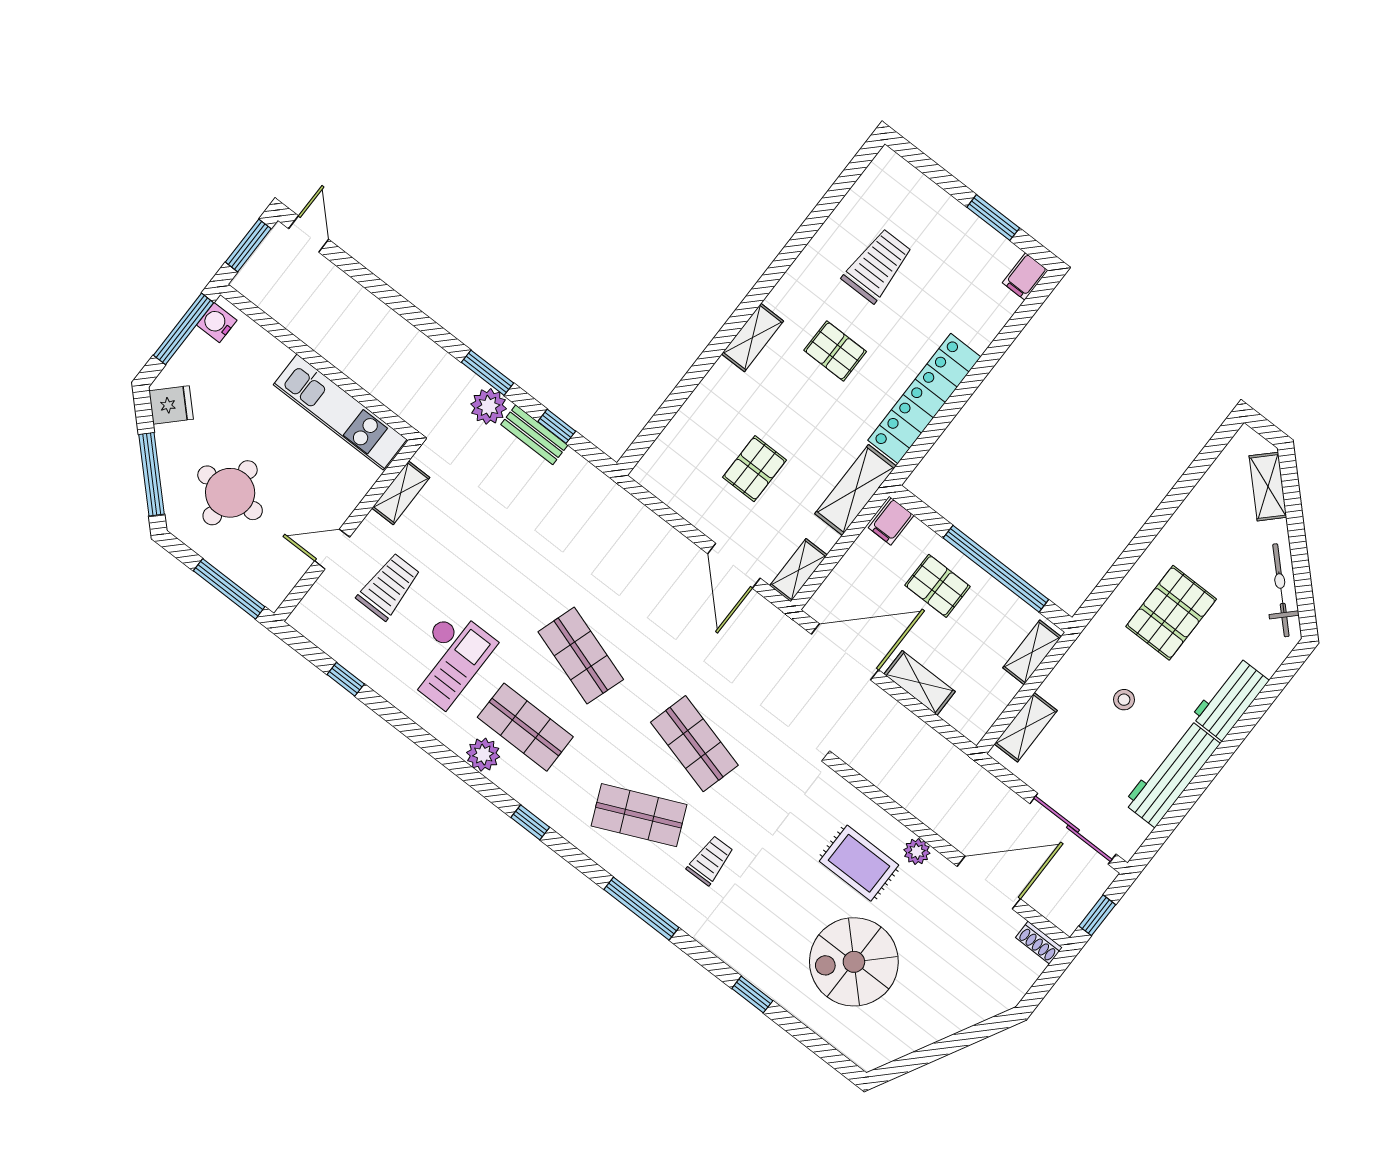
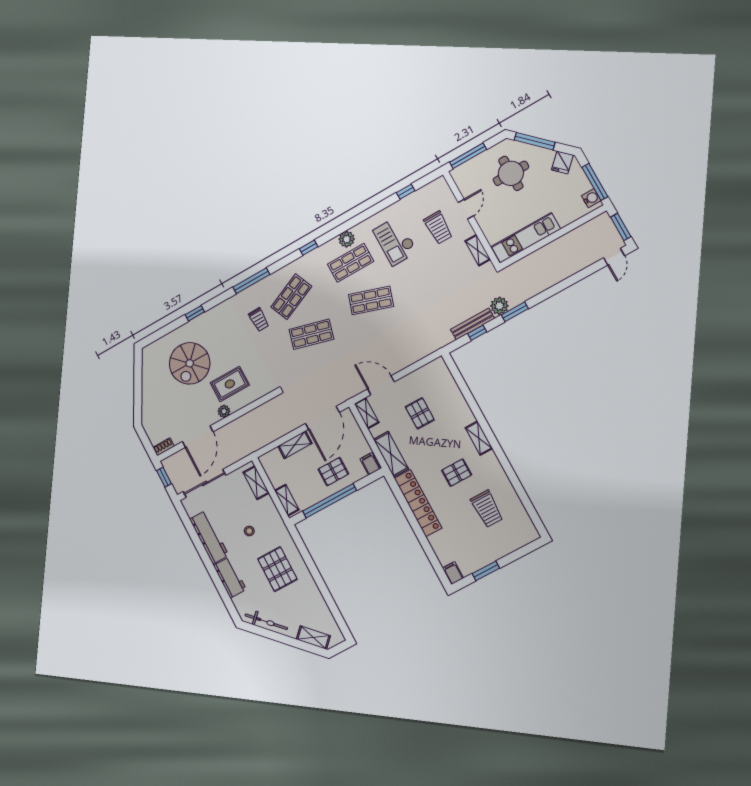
door: (309, 234) -> (614, 257), hinge flipped
bench: (534, 435) -> (473, 324), width x1.36
spiral stairs: (854, 962) -> (190, 363), turned 180

